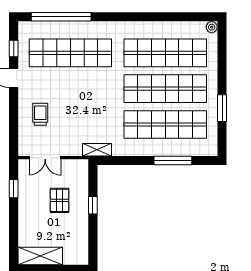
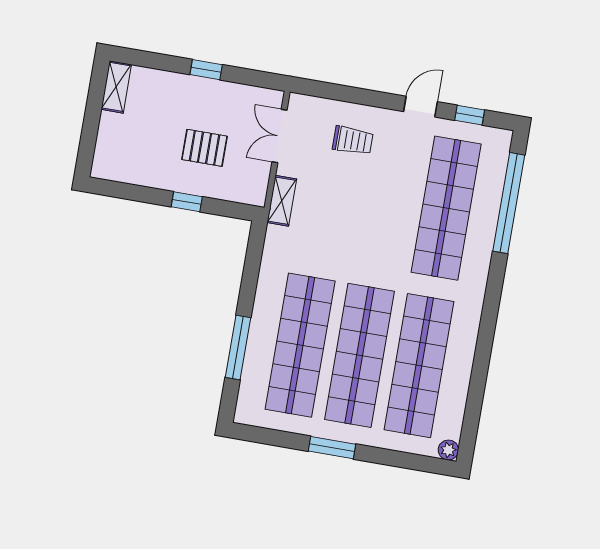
window: (222, 108) -> (332, 448), moved
shelving: (97, 150) -> (282, 201), moved
window: (14, 189) -> (206, 70), moved
shelving: (40, 256) -> (116, 87), width x0.67, depth x0.75

